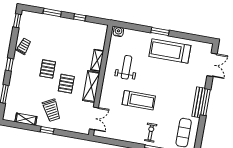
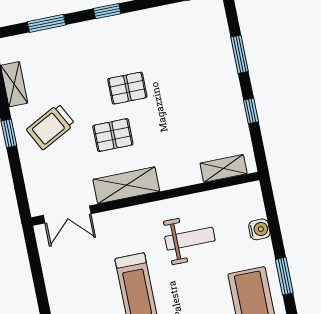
water cooler: (118, 32) -> (259, 229), moved
trolley: (24, 46) -> (153, 25), removed
shelving: (97, 60) -> (224, 168), moved

